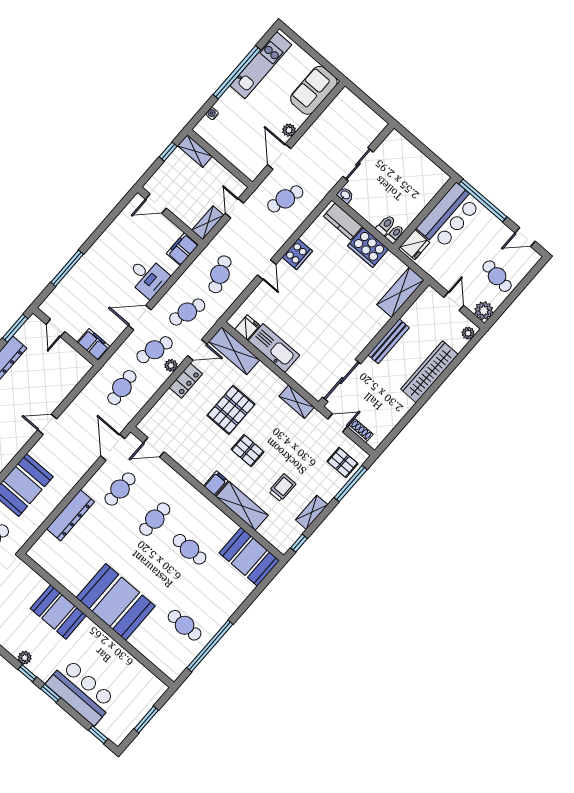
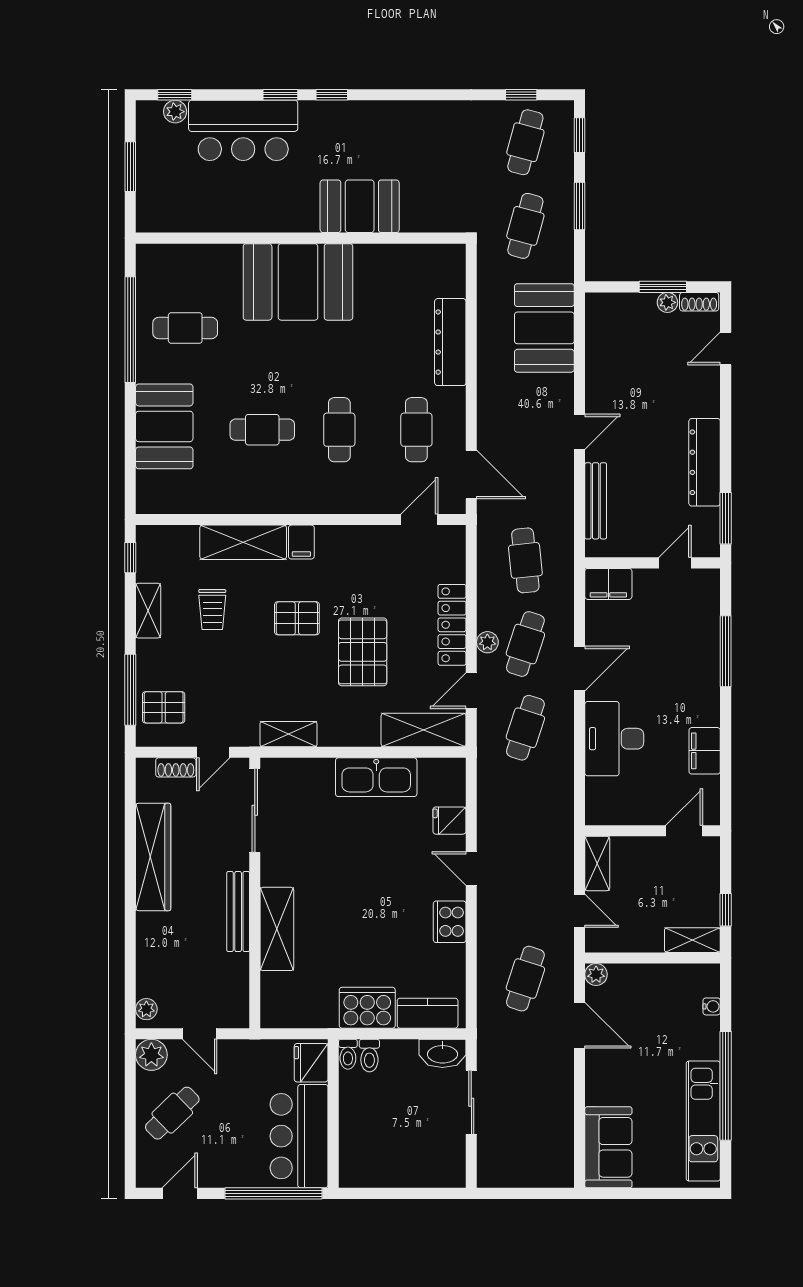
plant: (289, 130) -> (596, 974), moved
washbasin: (345, 195) -> (442, 1053), width x1.91, depth x1.45
filing cabinet: (182, 249) -> (705, 751), moved, turned 180
cafe table: (220, 274) -> (525, 811), removed
cafe table: (497, 276) -> (172, 1113), turned -53
desk: (148, 277) -> (614, 739), width x1.37
shelving: (400, 292) -> (277, 929), moved
fridge: (247, 327) -> (449, 821), moved, turned 90
door: (55, 328) -> (675, 563), hinge flipped
wardrobe: (429, 372) -> (153, 857), moved
locker: (186, 381) -> (452, 625), width x1.53
bench: (67, 387) -> (596, 501), added
booth: (249, 557) -> (164, 426), moved, turned 90
plant: (25, 658) -> (175, 112), moved

